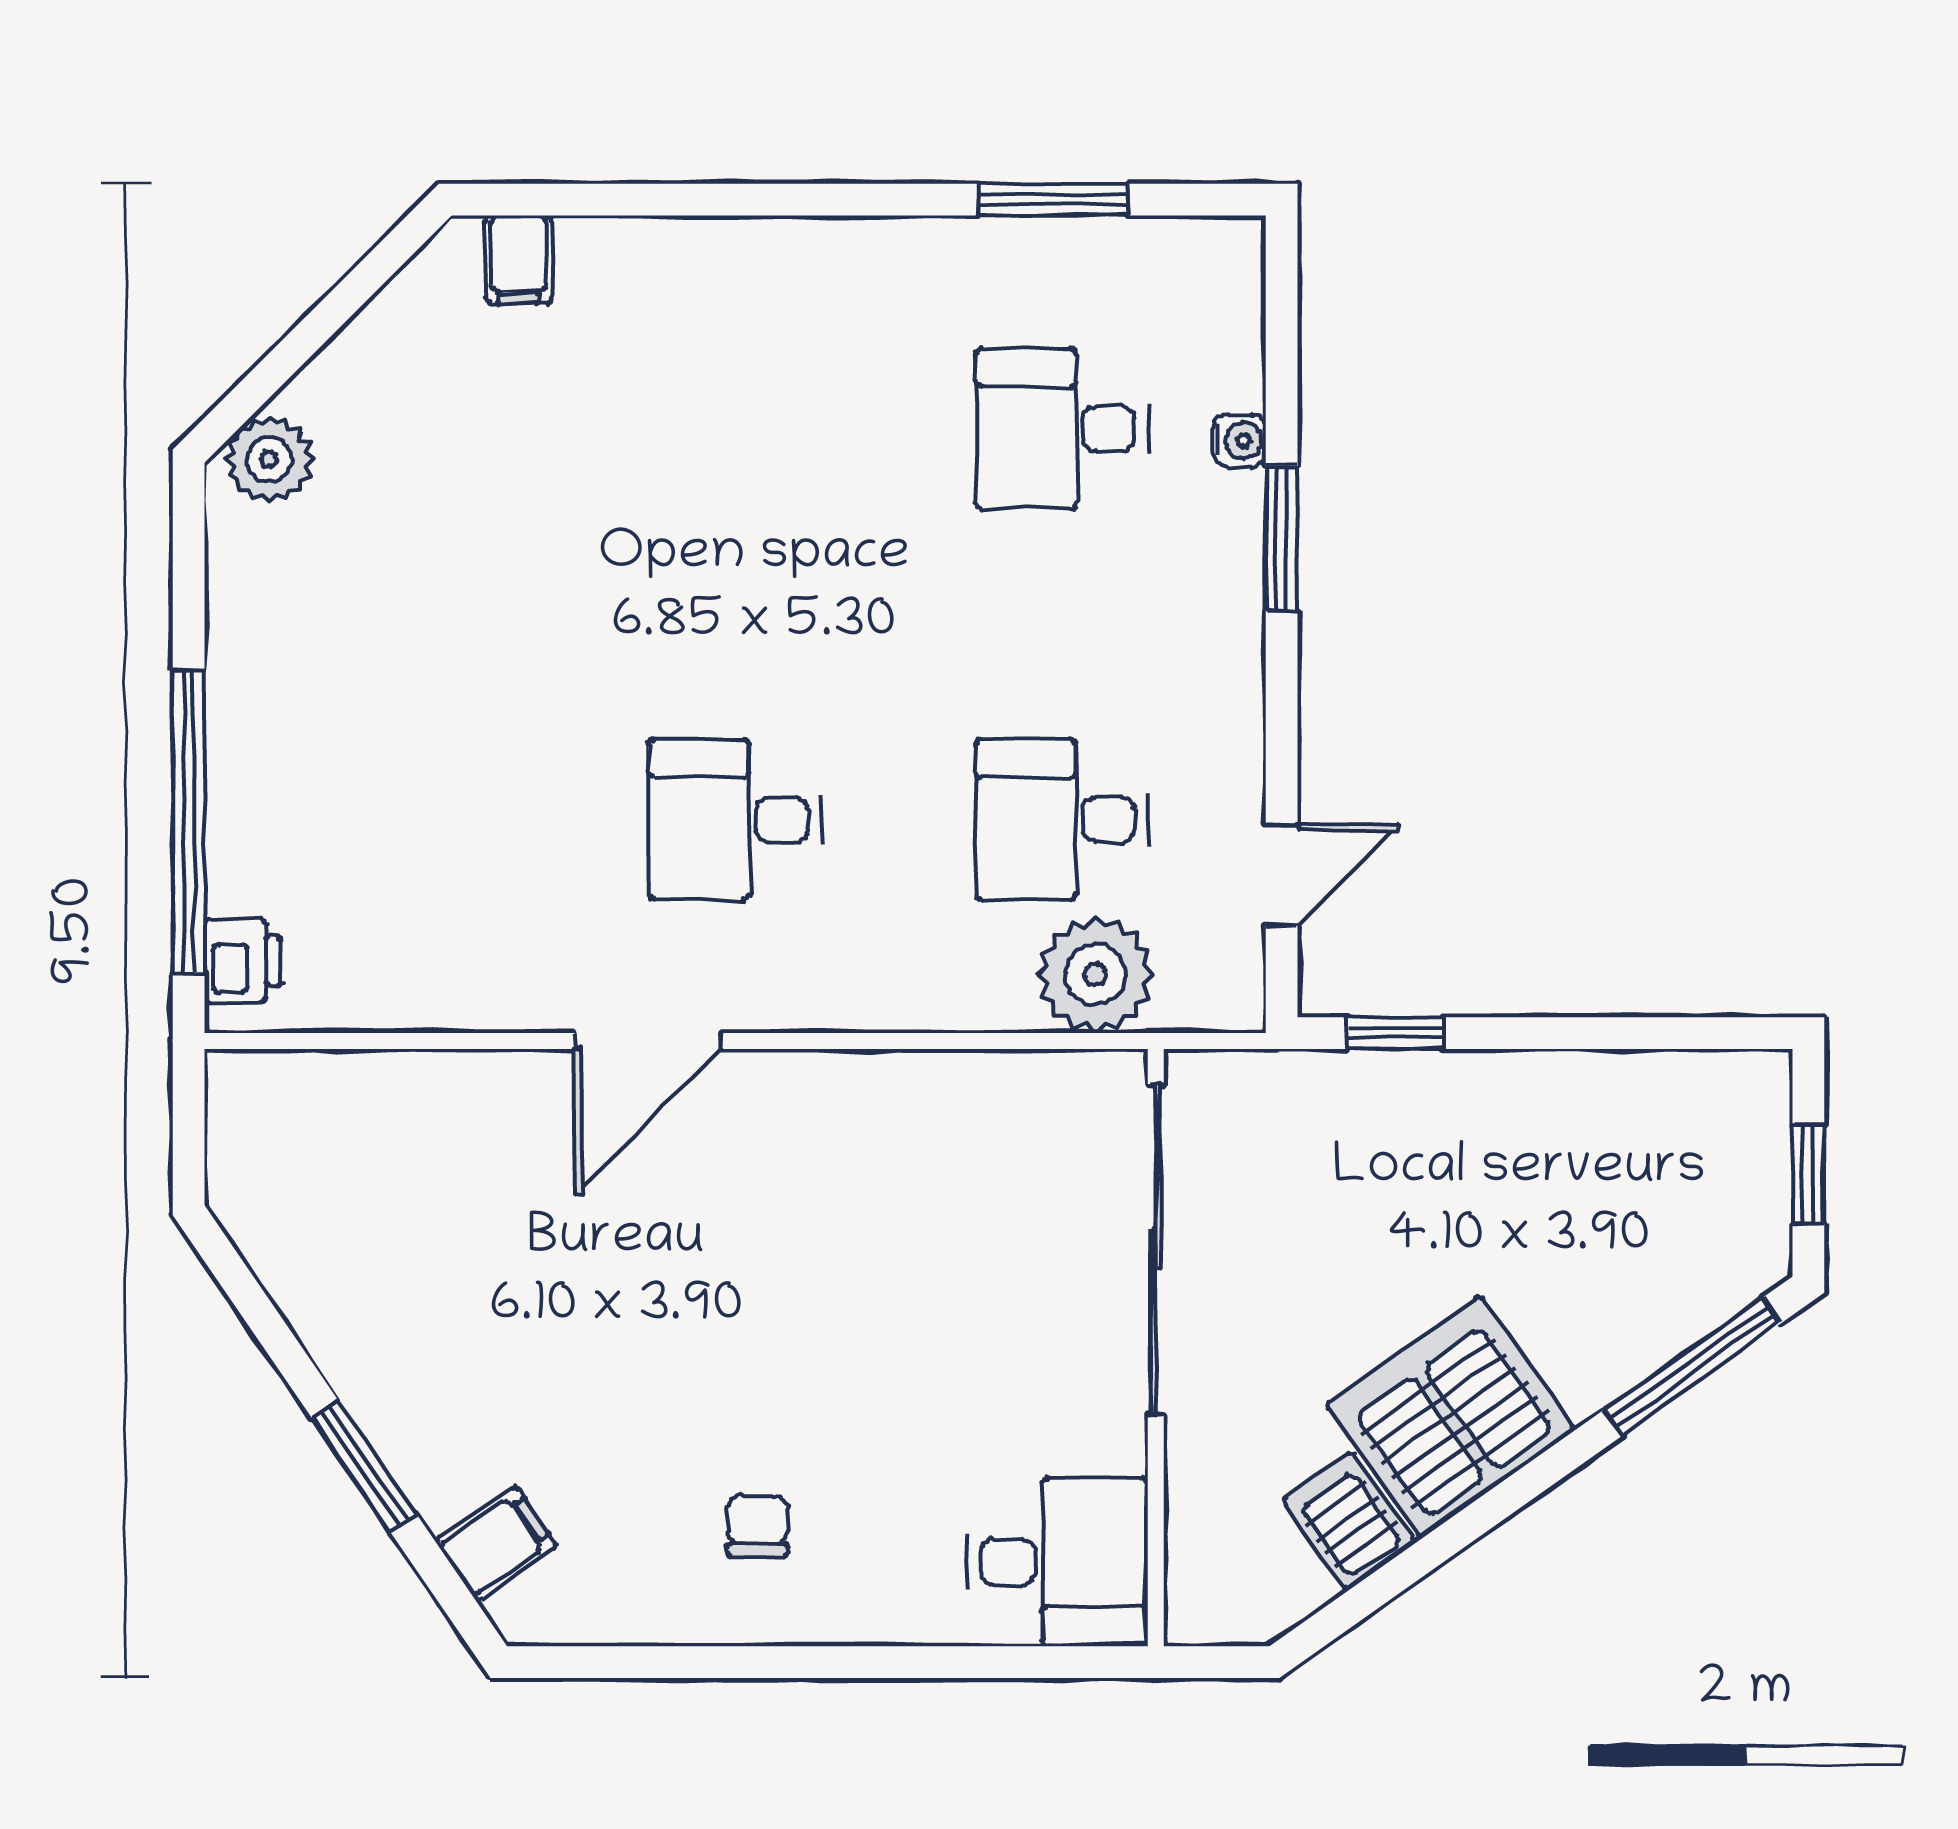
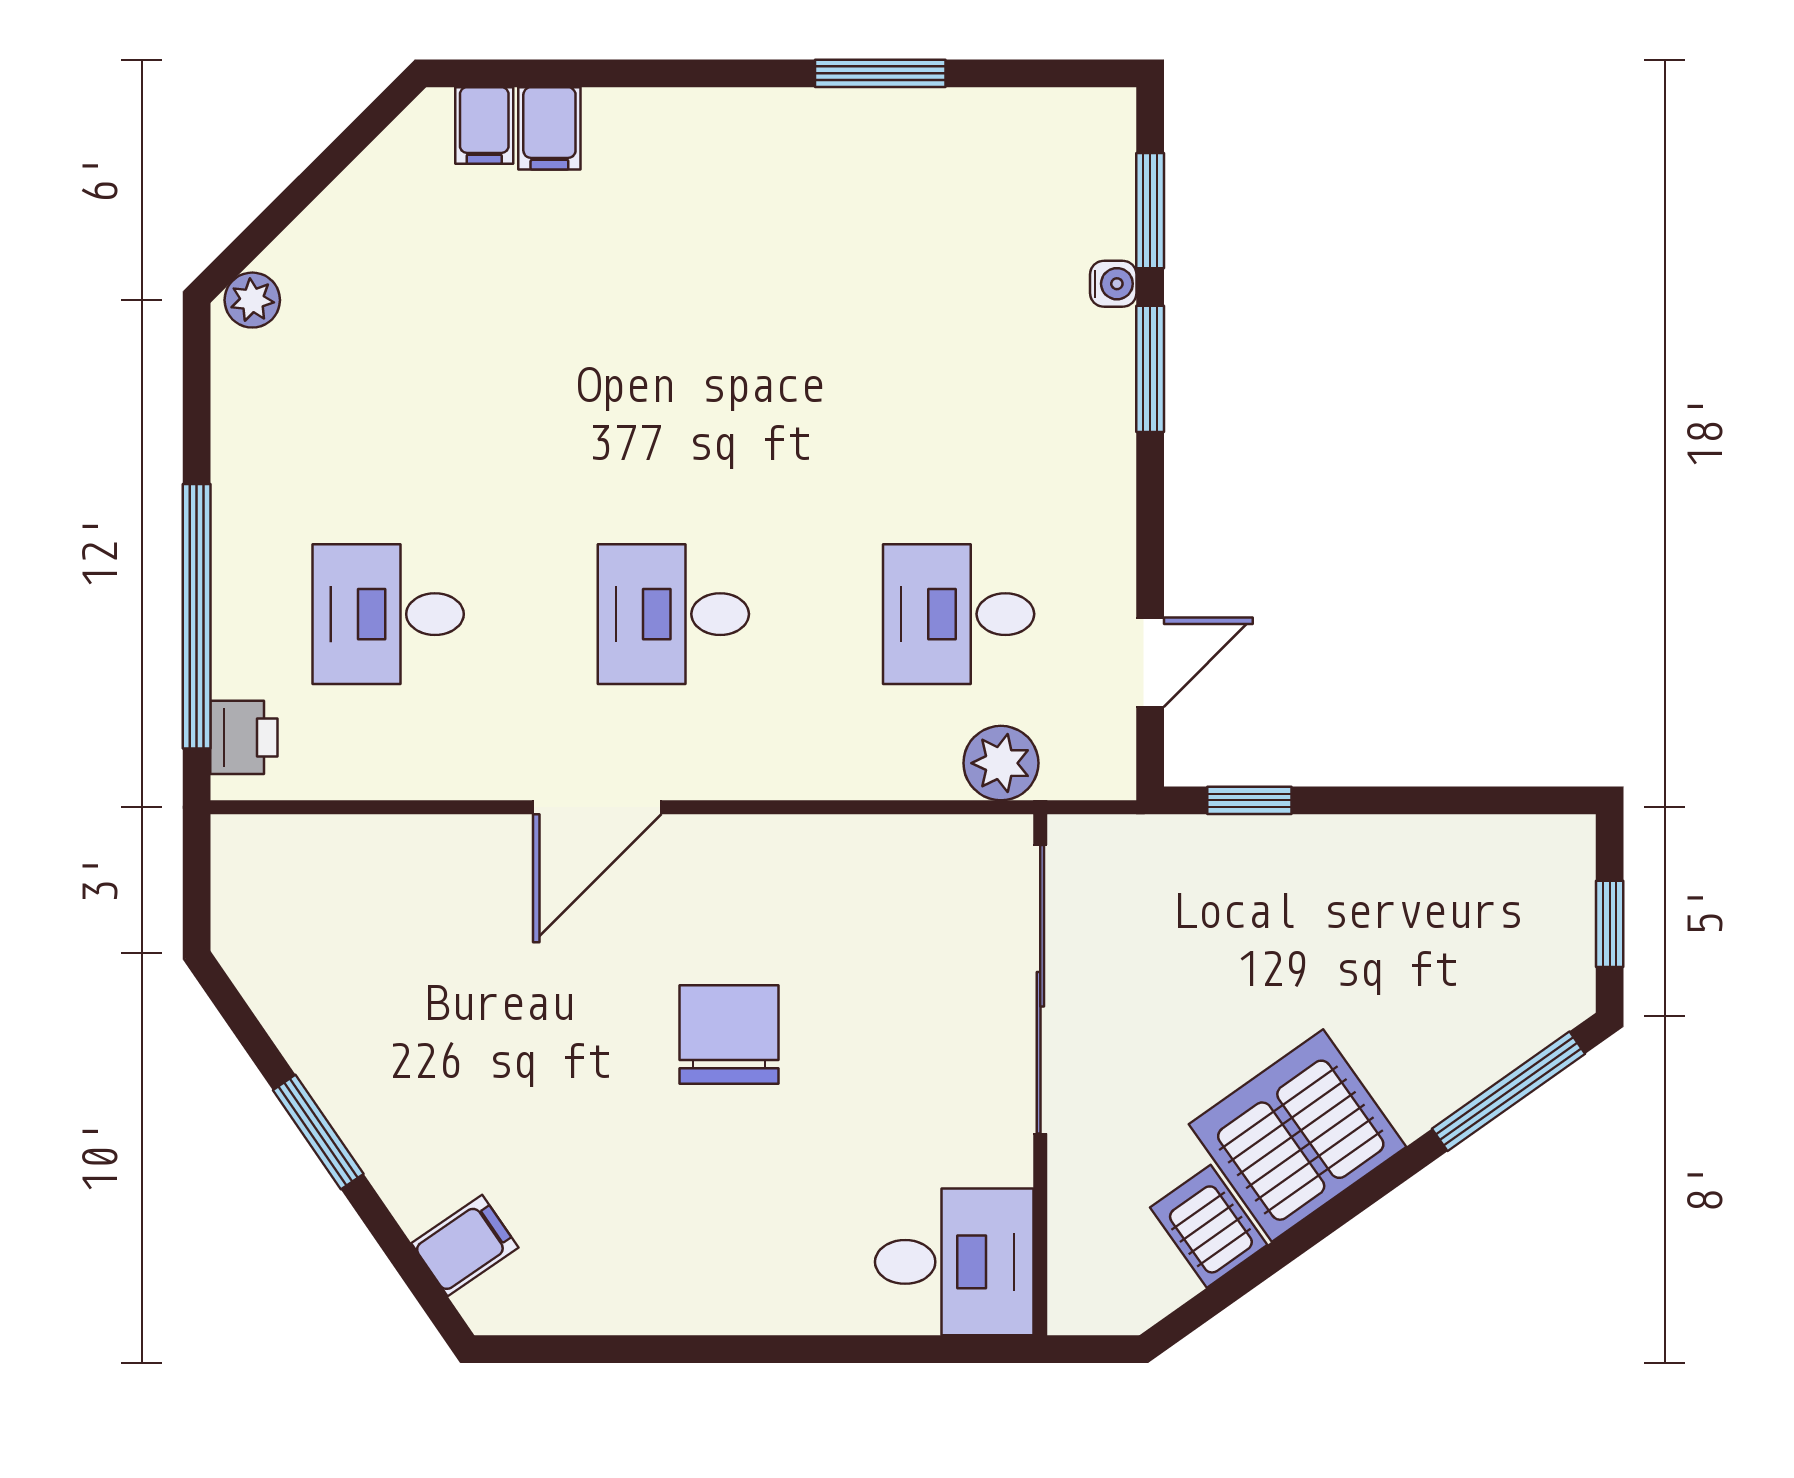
window: (1053, 200) -> (880, 73), moved
filing cabinet: (593, 263) -> (549, 128), added
window: (1282, 357) -> (1150, 211), added
desk: (1062, 429) -> (388, 614), moved
plant: (269, 459) -> (252, 300), width x0.73, depth x0.73
plant: (1095, 975) -> (1001, 763), width x0.73, depth x0.73
window: (364, 1466) -> (318, 1132), moved
chair: (757, 1526) -> (729, 1034), moved, width x1.87, depth x1.87

